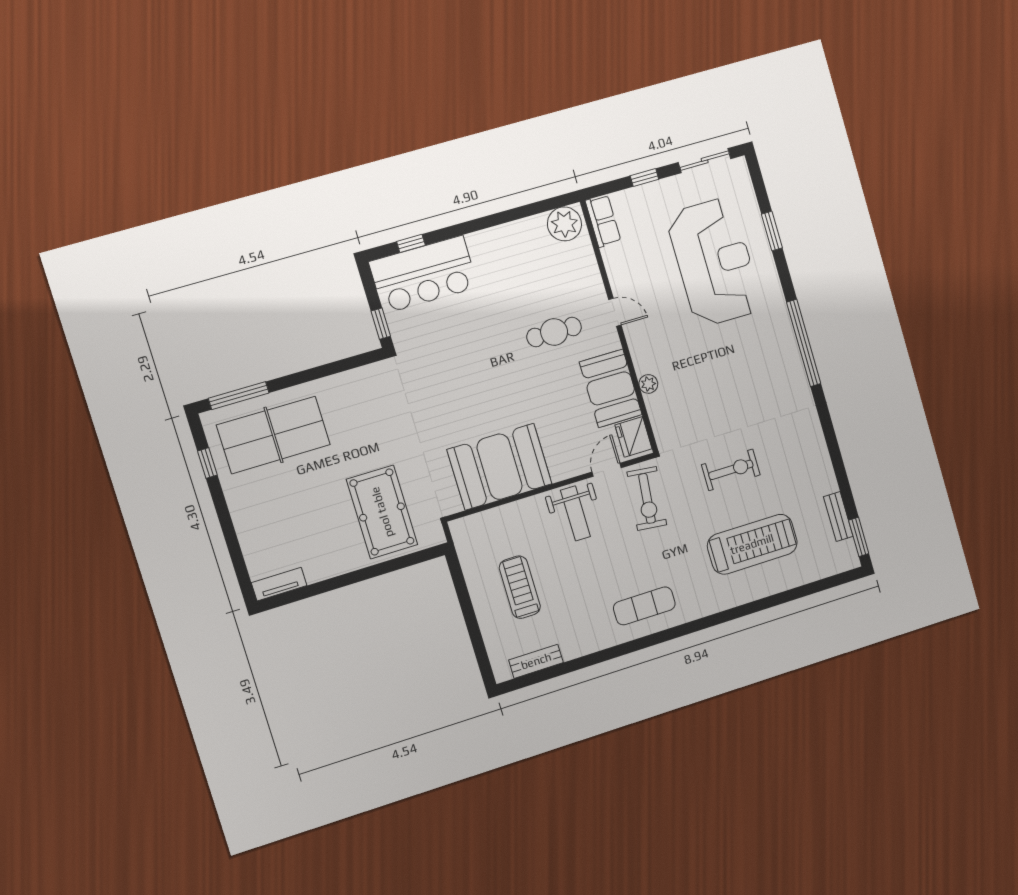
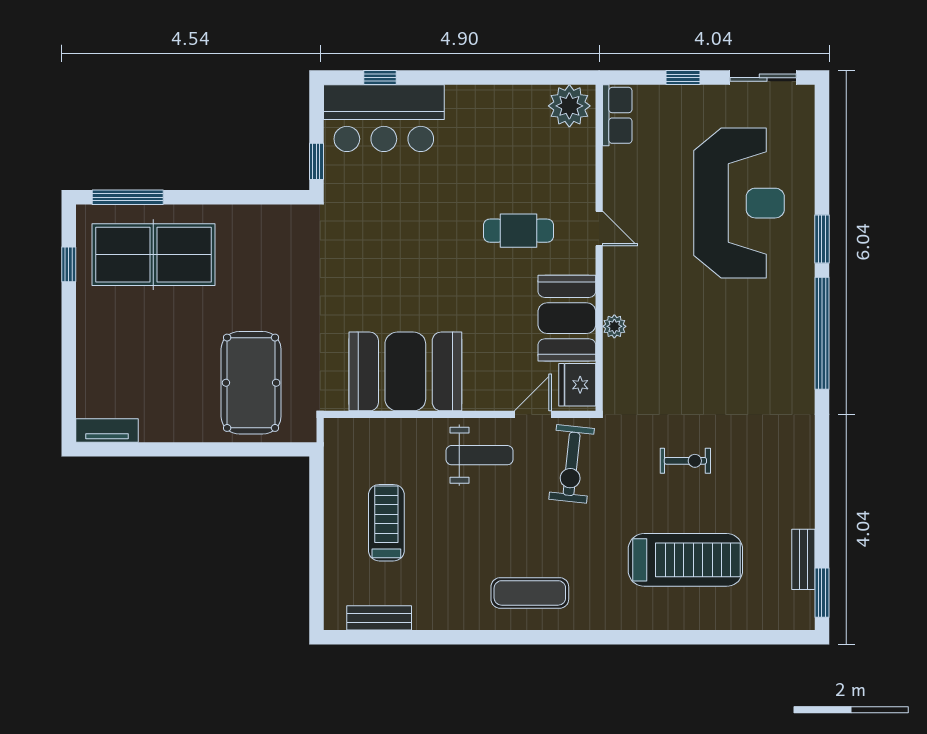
window: (772, 231) -> (822, 239), moved
exercise bike: (731, 470) -> (685, 461), width x0.73, depth x0.72
weight bench: (575, 513) -> (479, 455), turned -90

